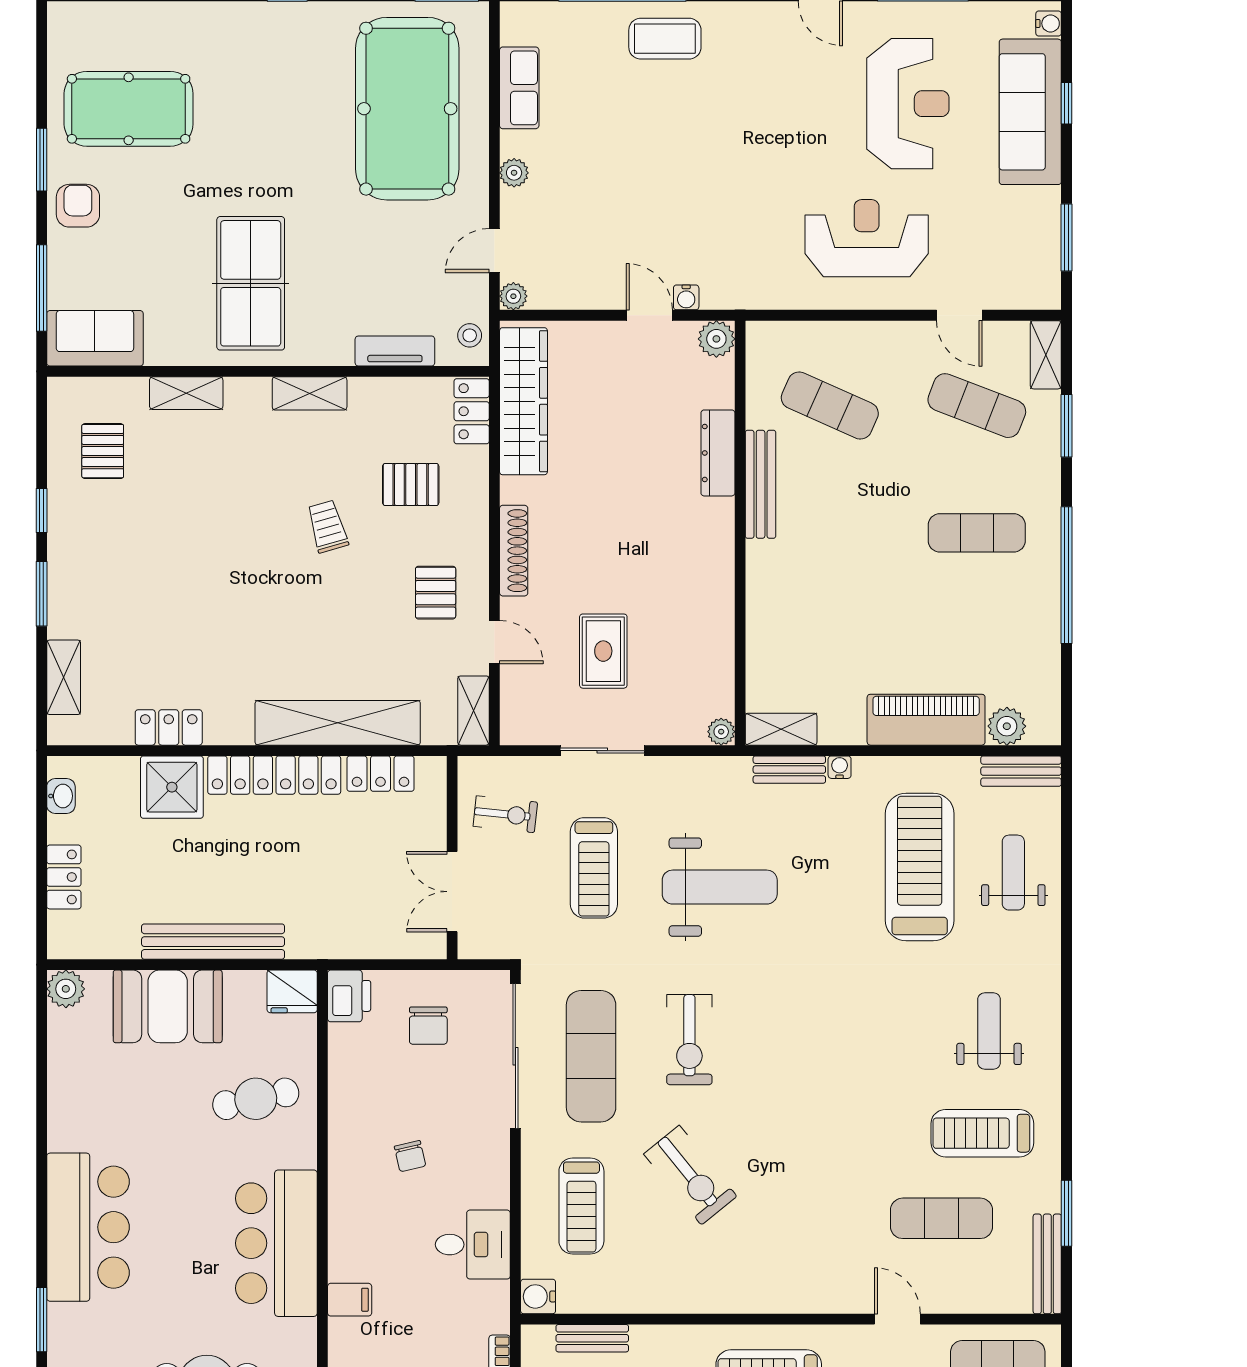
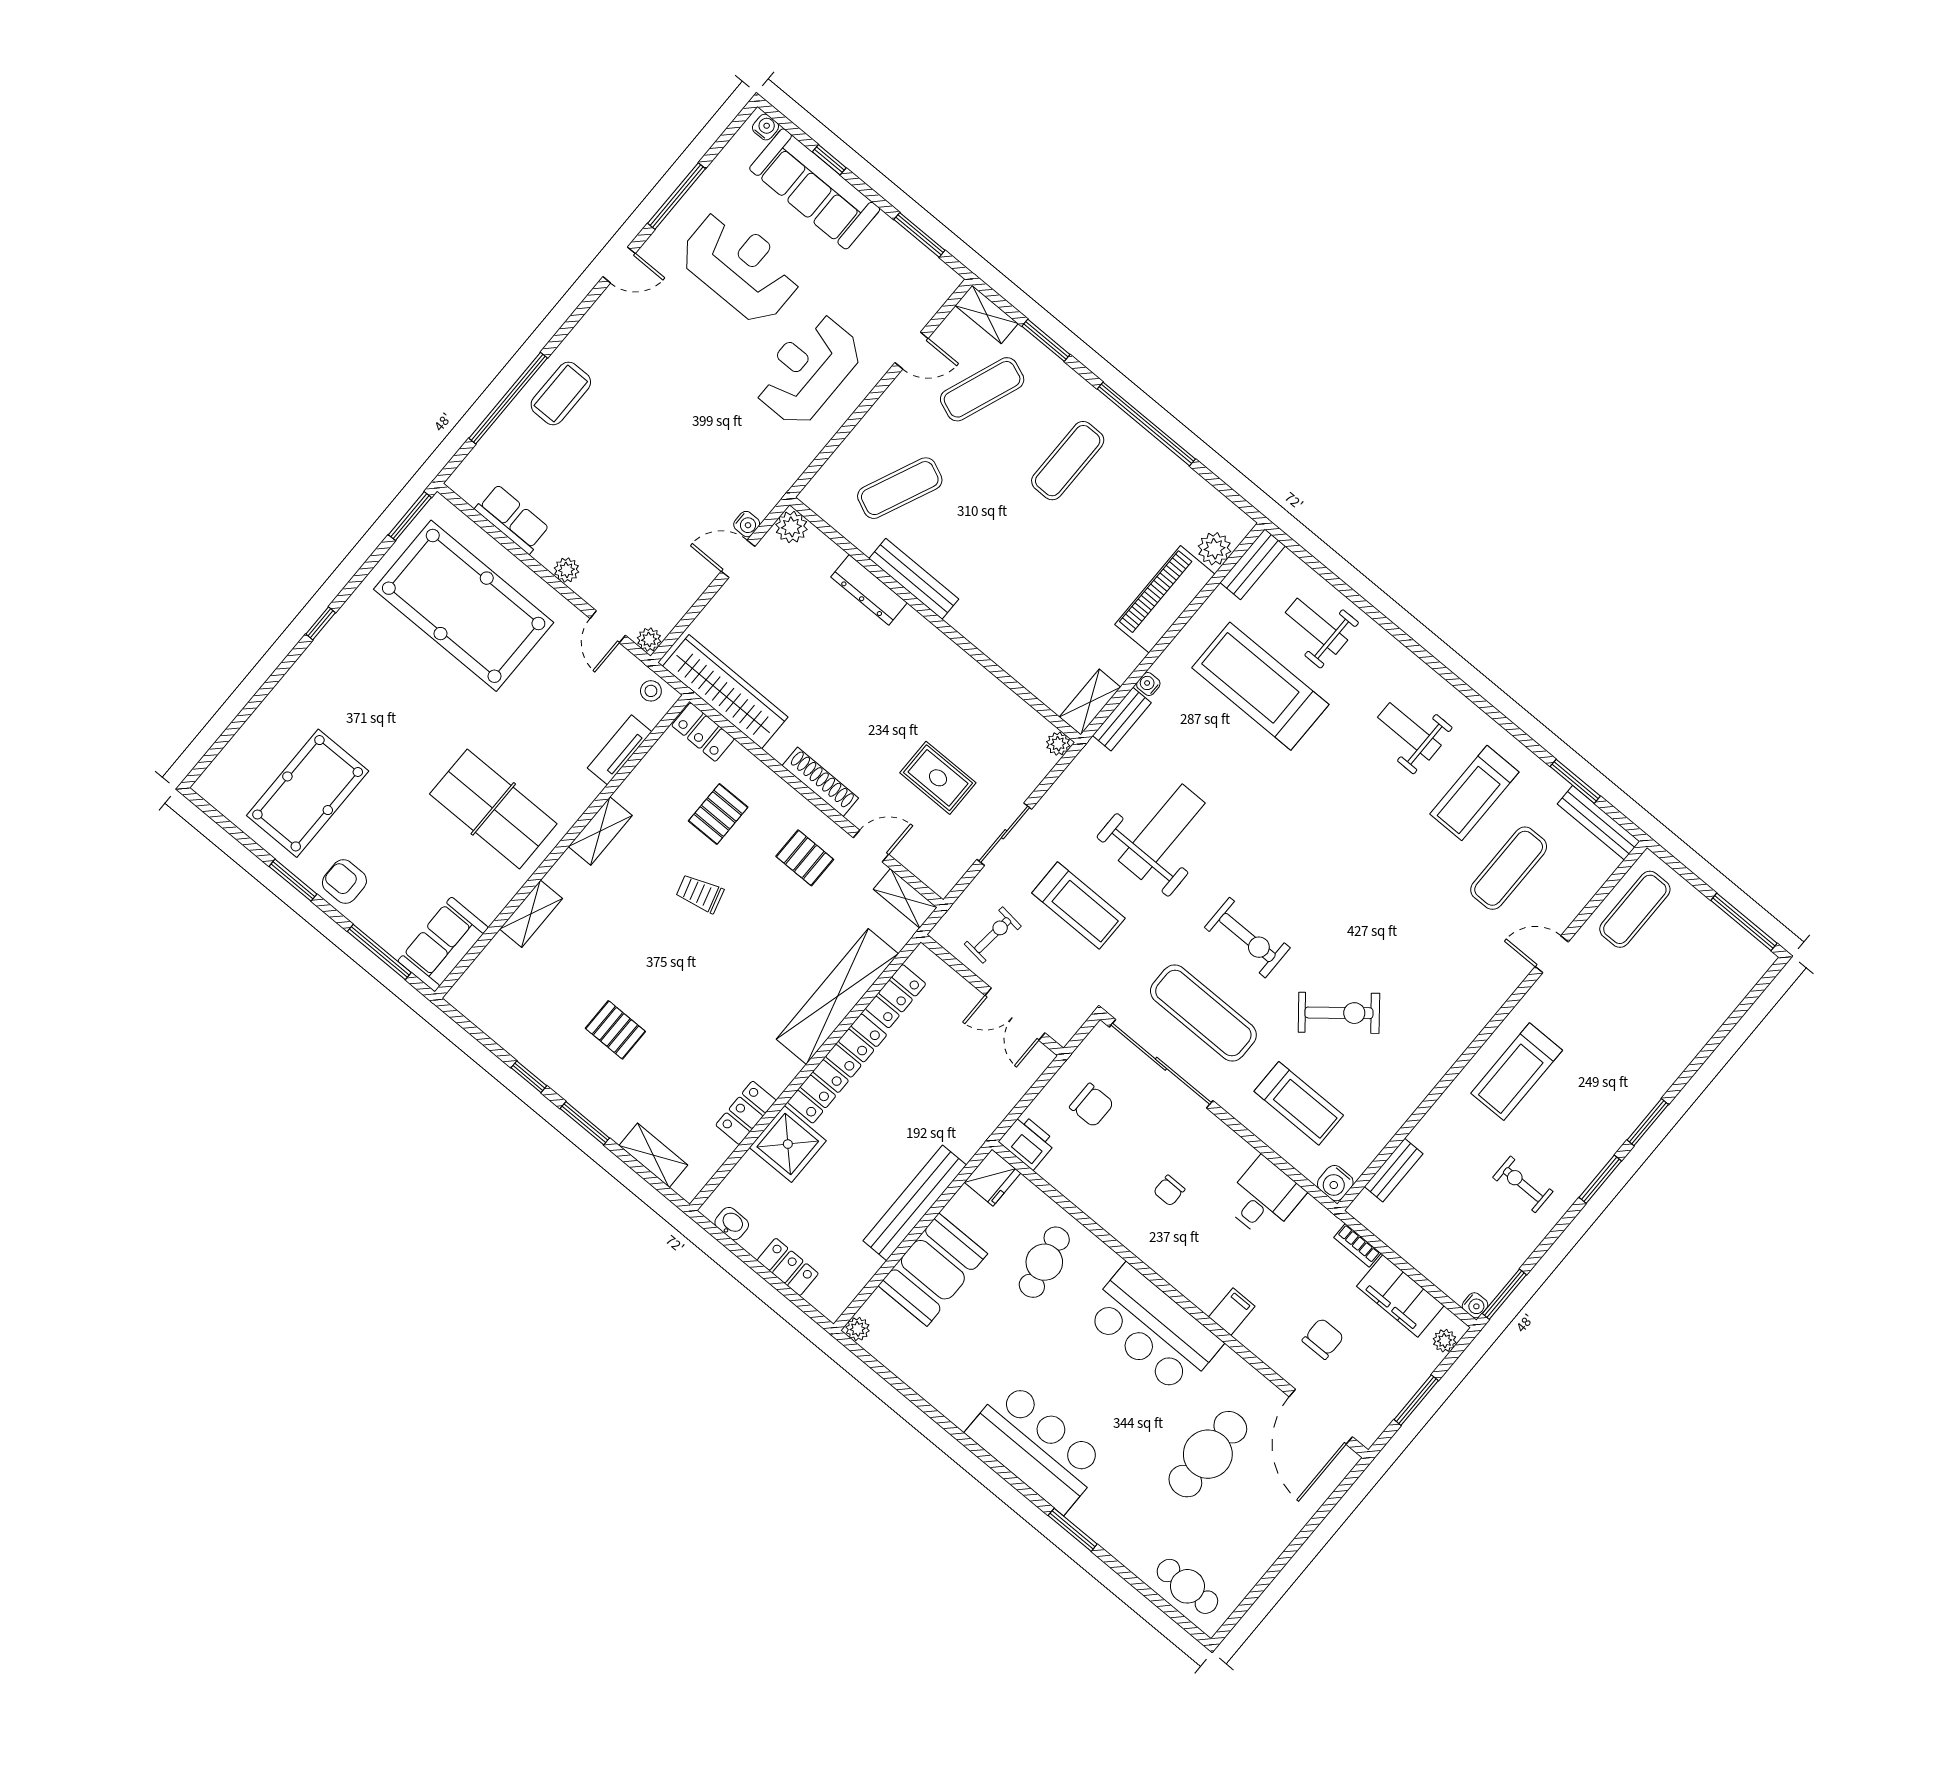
pallet: (103, 451) -> (615, 1030), moved
plant: (66, 989) -> (858, 1329), width x0.73, depth x0.73
chair: (410, 1156) -> (1169, 1191), turned 103

